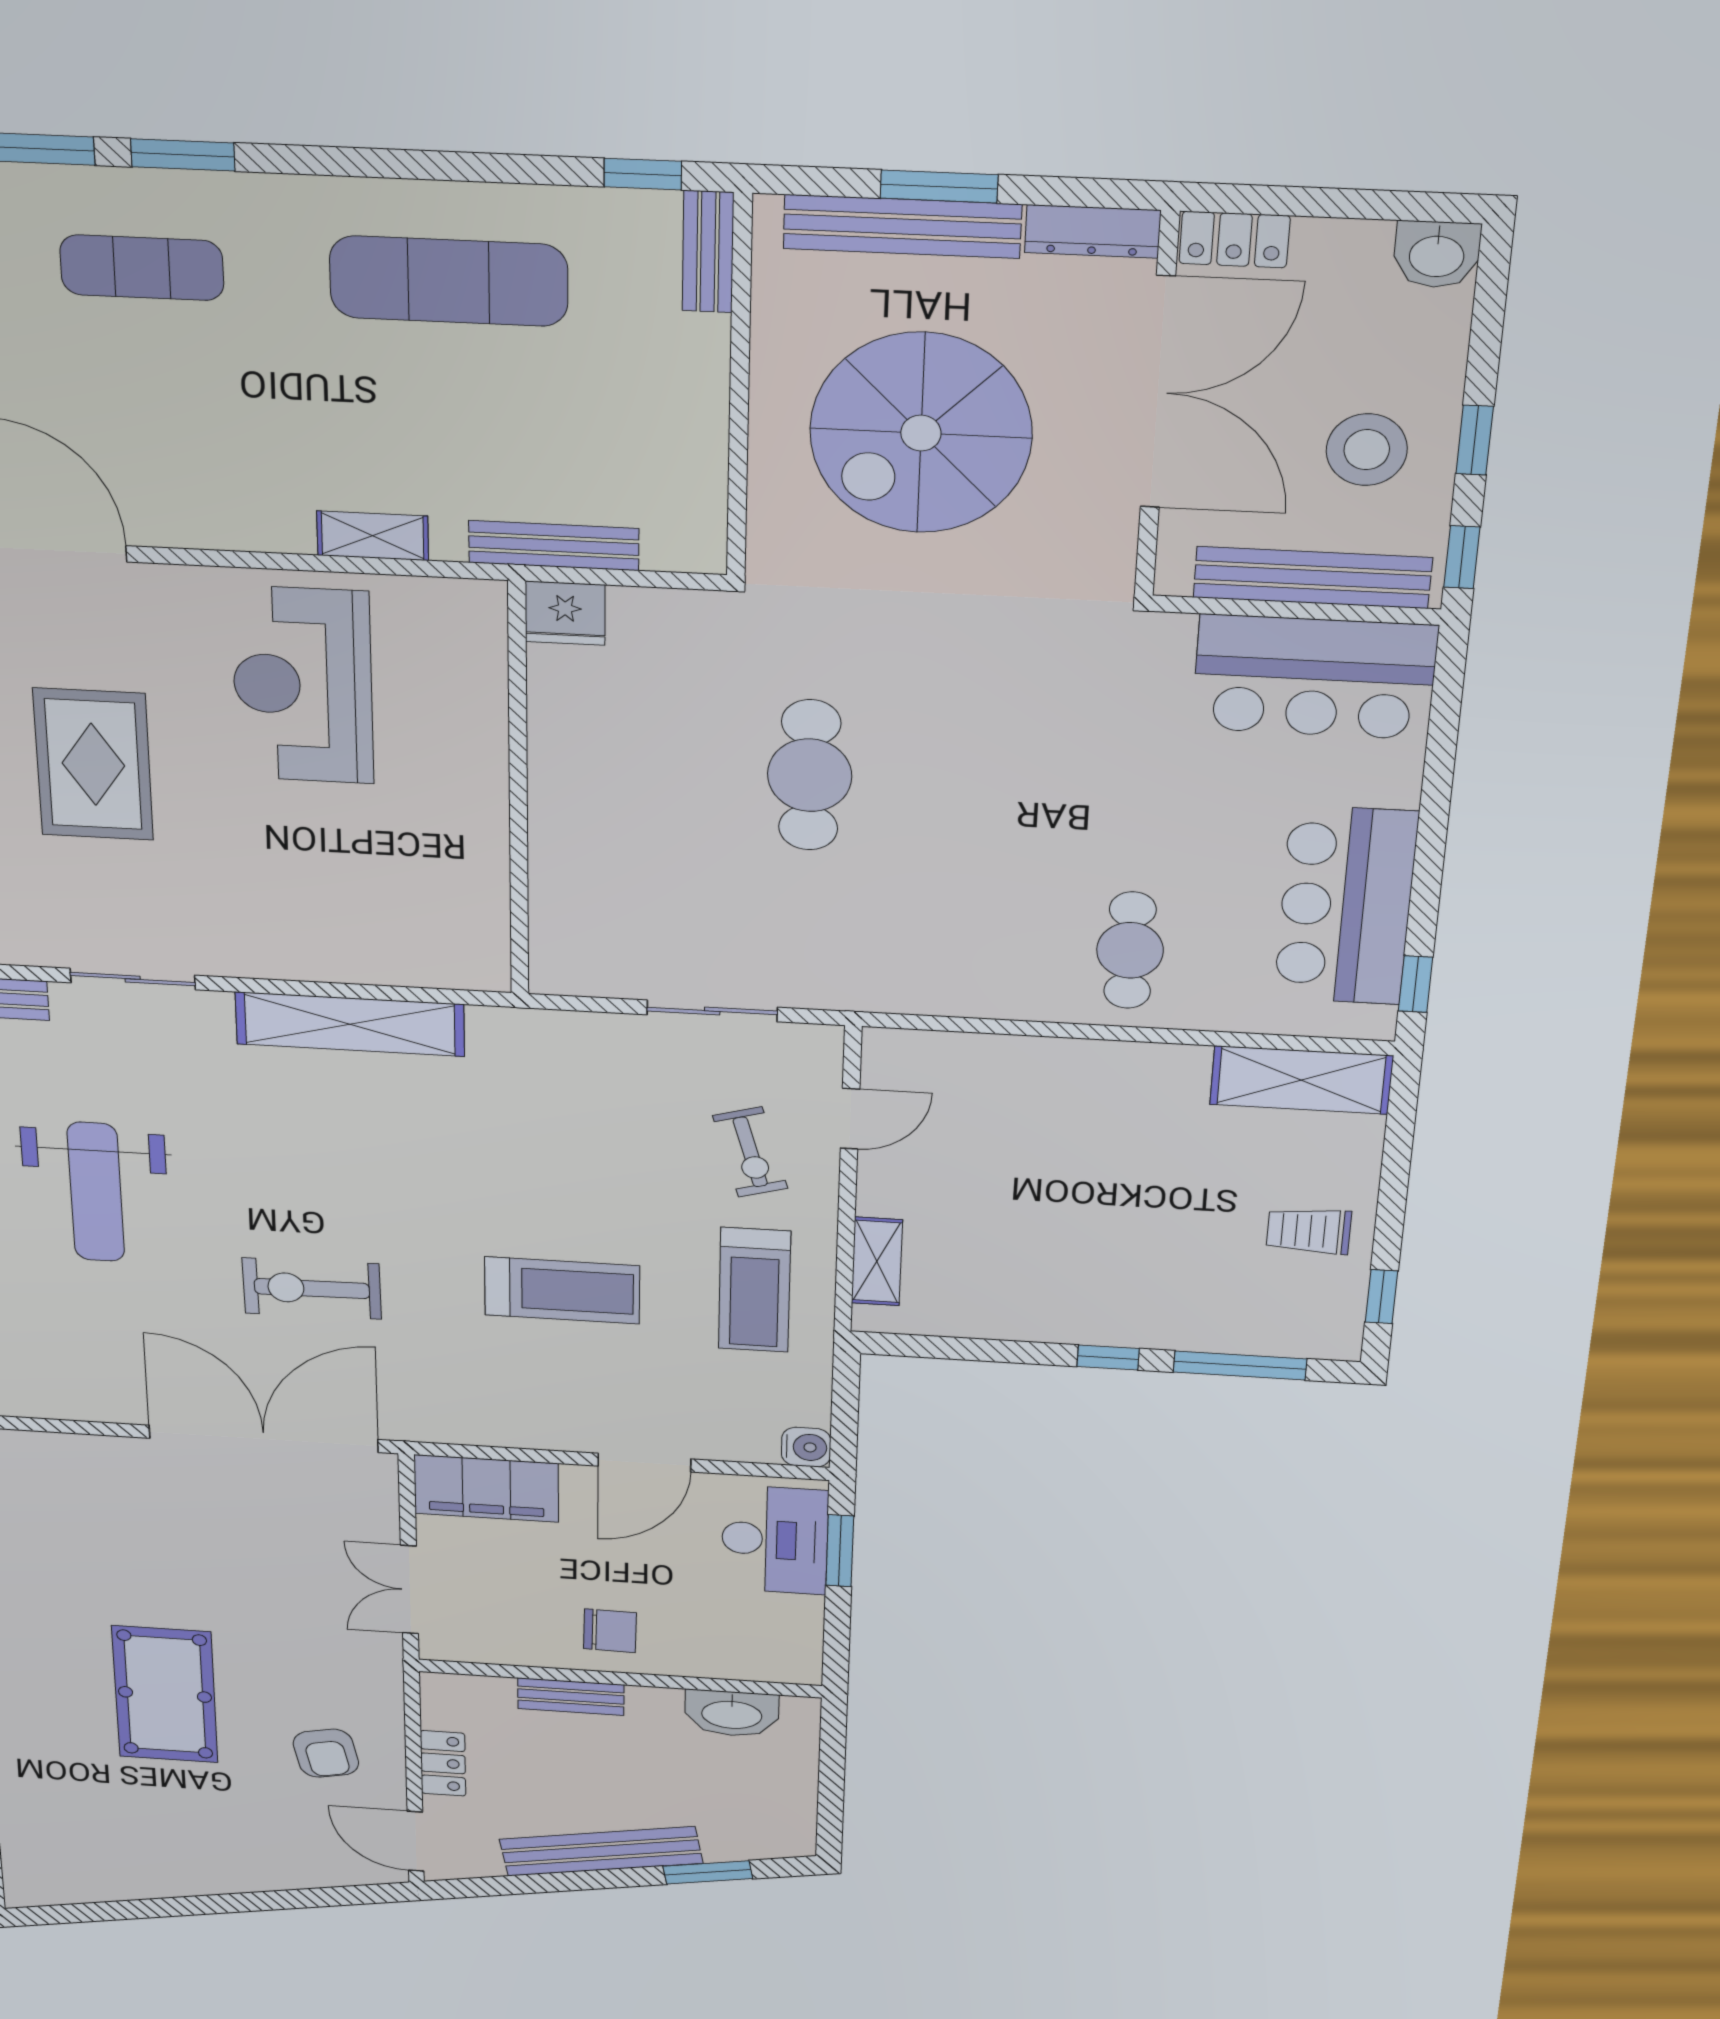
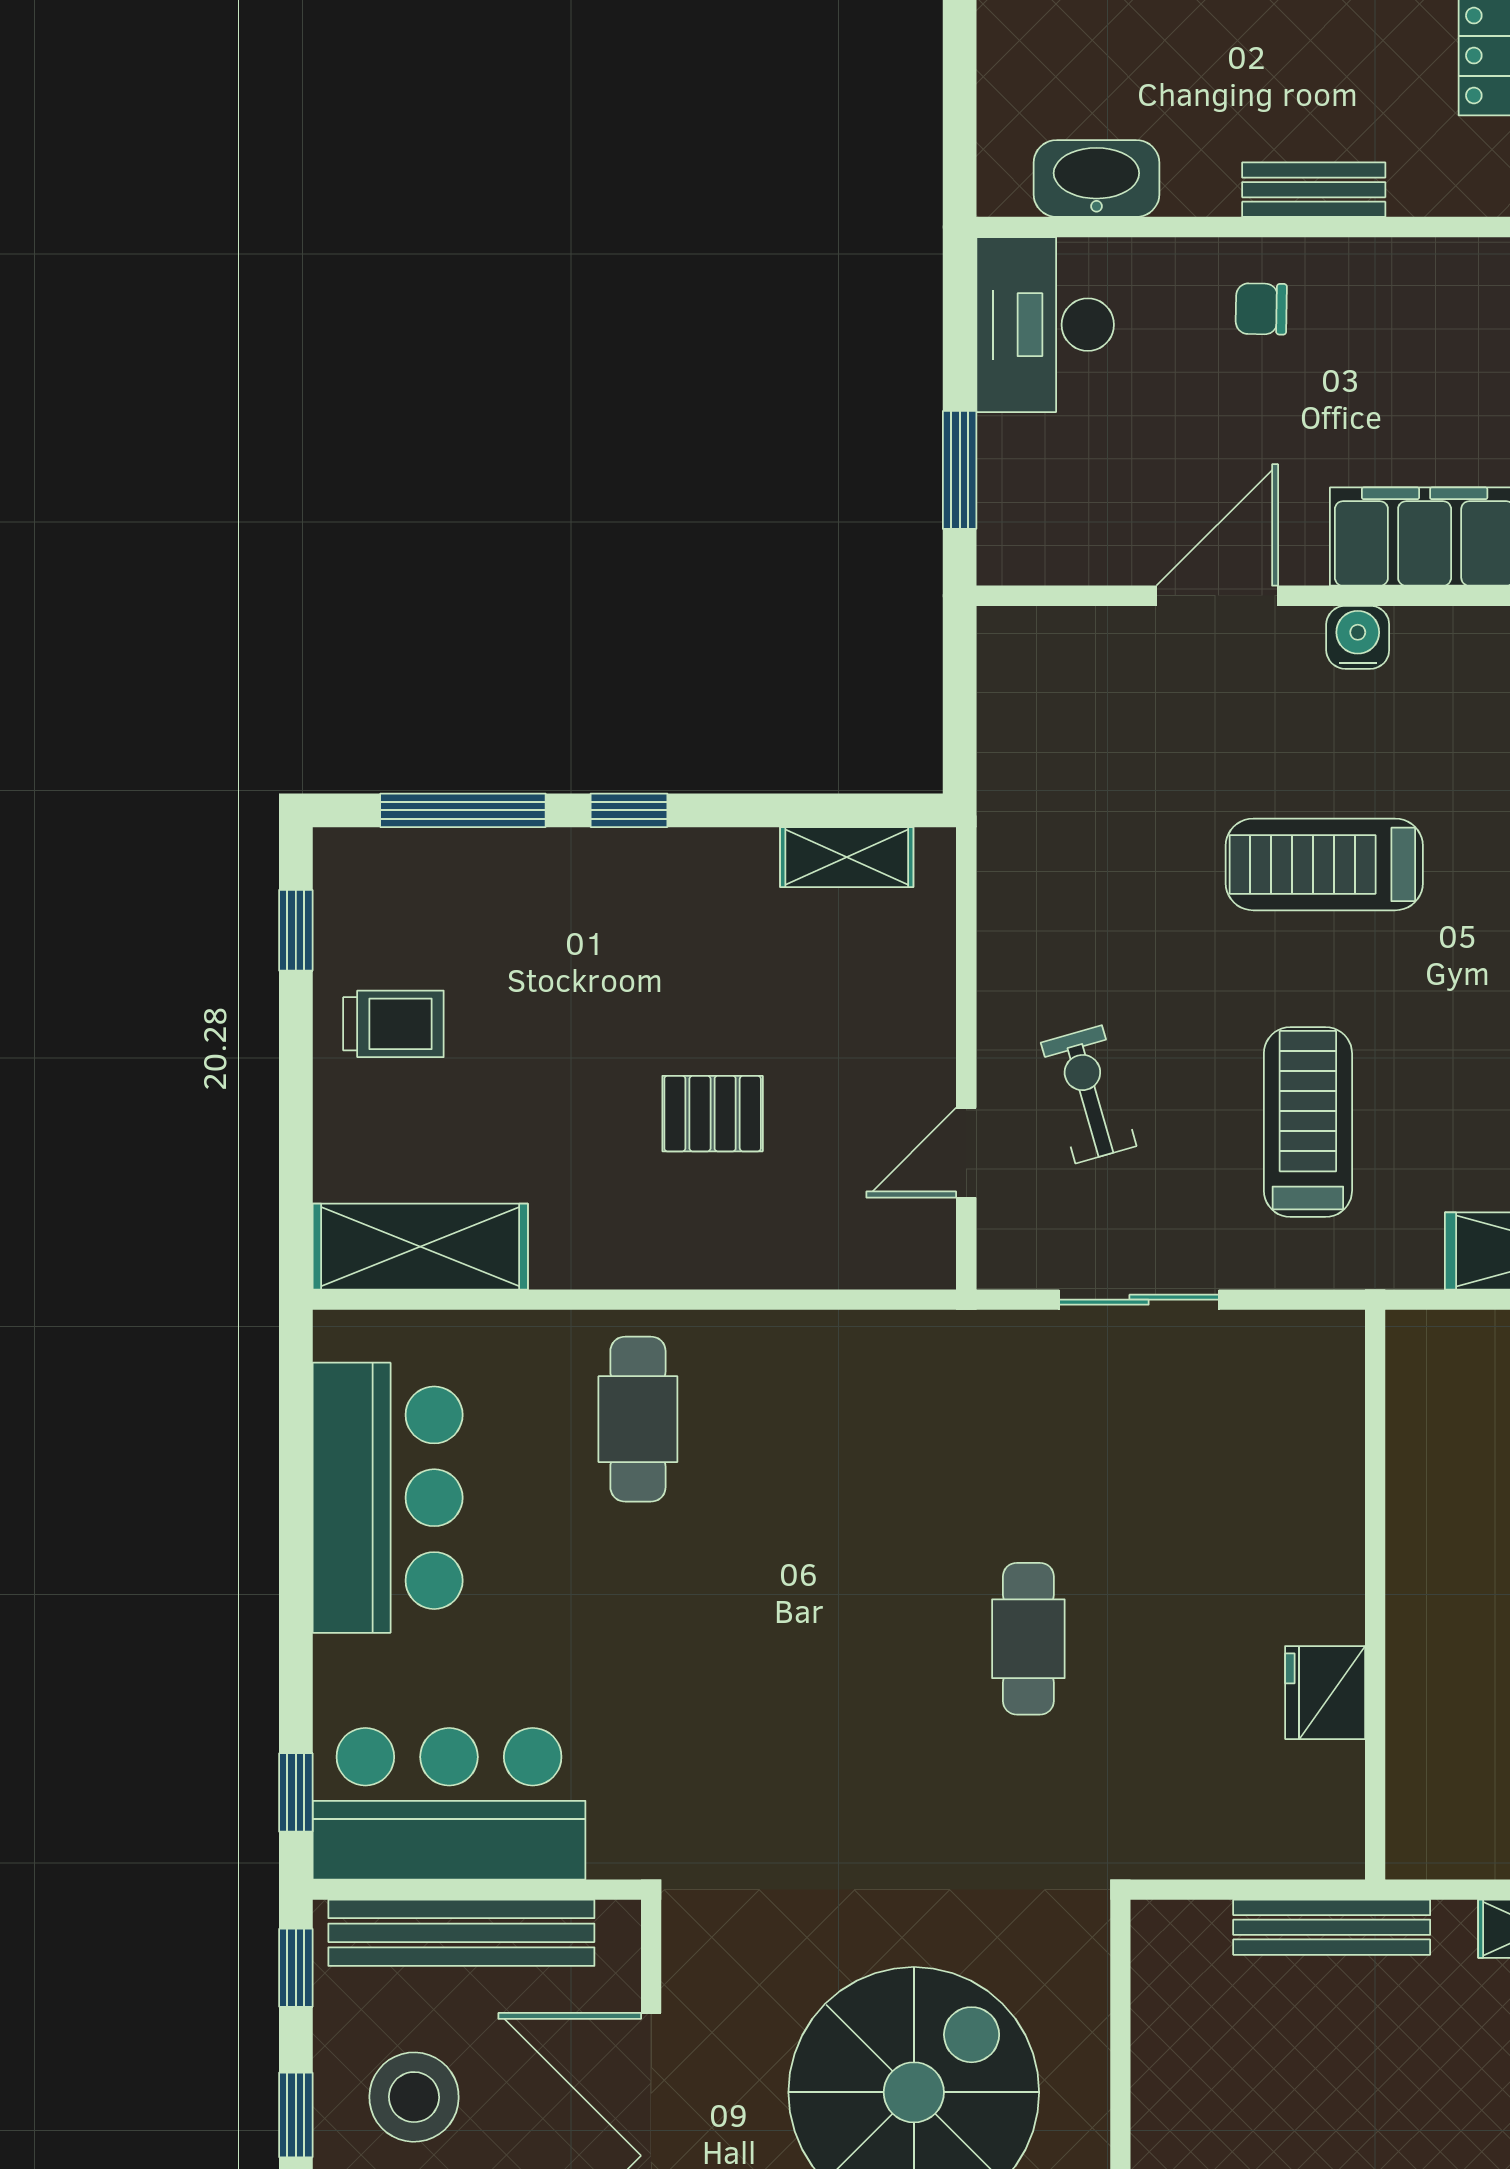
fridge: (565, 613) -> (1325, 1693), moved, turned -90
cafe table: (810, 775) -> (1028, 1639), width x0.73, depth x0.74
window: (1415, 984) -> (296, 1792), moved
pallet: (1054, 1156) -> (713, 1114), added
shelving: (877, 1261) -> (847, 857), moved, turned 90
treadmill: (754, 1290) -> (1308, 1122), moved
water cooler: (806, 1447) -> (1358, 637), moved, turned 90
desk: (775, 1540) -> (1045, 325), moved
chair: (610, 1631) -> (1261, 309), width x0.73, depth x0.73

